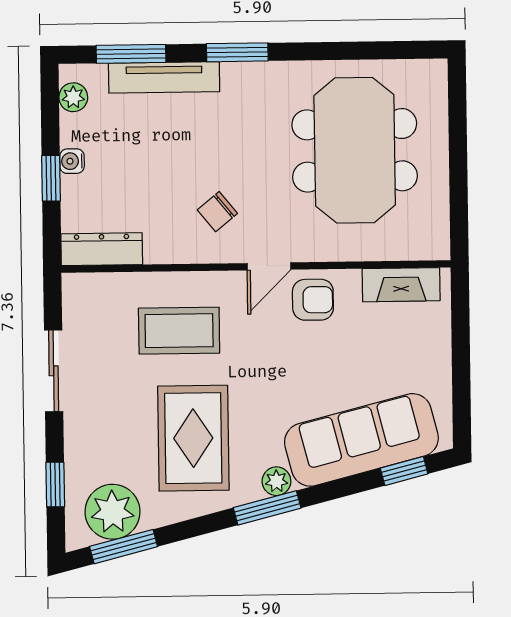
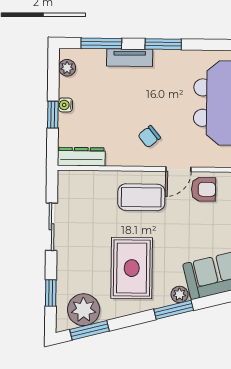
tv unit: (164, 77) -> (130, 58), width x0.71
coffee table: (179, 331) -> (141, 197), moved

